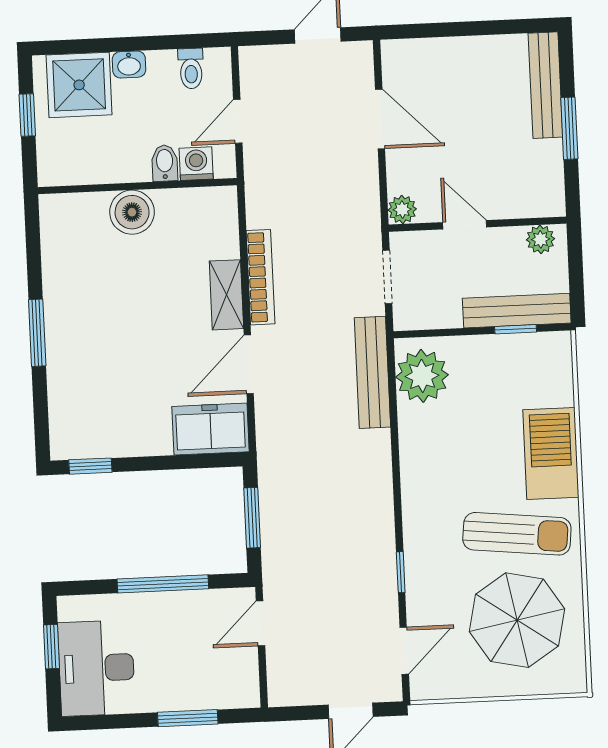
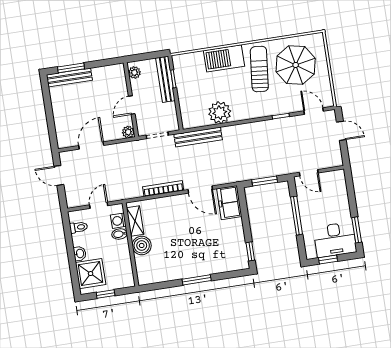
door: (238, 121) -> (99, 205), swing flipped
window: (569, 128) -> (71, 68), moved
shelving: (226, 295) -> (135, 221), moved, turned 90
plant: (422, 376) -> (220, 113), moved
window: (188, 718) -> (357, 230), moved

